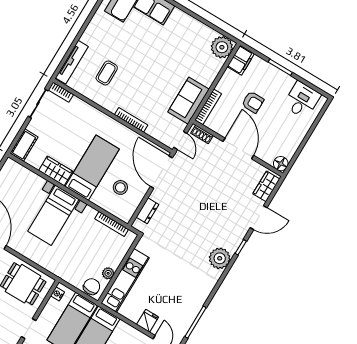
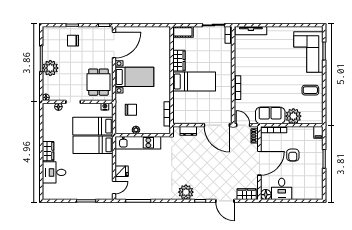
plant: (222, 47) -> (293, 116), moved
filing cabinet: (241, 60) -> (318, 132), width x0.50
coffee table: (107, 73) -> (310, 90), moved
desk: (302, 100) -> (282, 189), moved, turned 90
door: (180, 140) -> (243, 125), swing flipped
door: (161, 172) -> (217, 125), swing flipped
stool: (120, 187) -> (193, 106), removed
bed with nightstands: (53, 215) -> (134, 77), moved, turned 180
chair: (92, 287) -> (131, 110), moved

